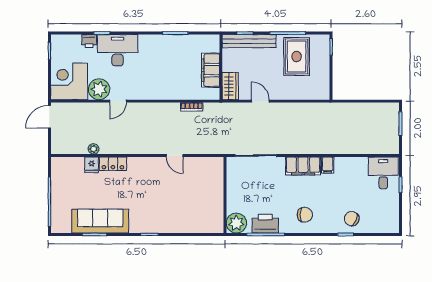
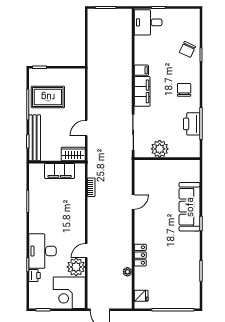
door: (118, 101) -> (86, 251), swing flipped
fridge: (92, 165) -> (141, 296), moved
sofa: (100, 221) -> (190, 207), moved
plant: (236, 223) -> (160, 149), moved

